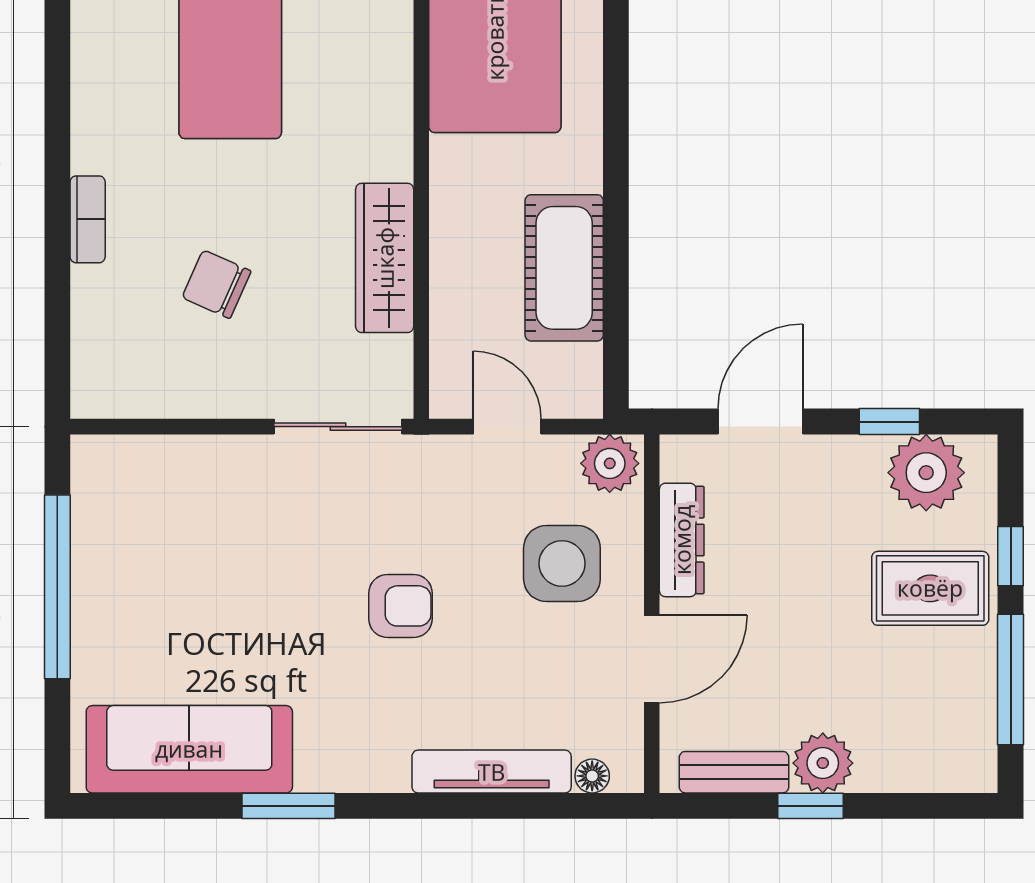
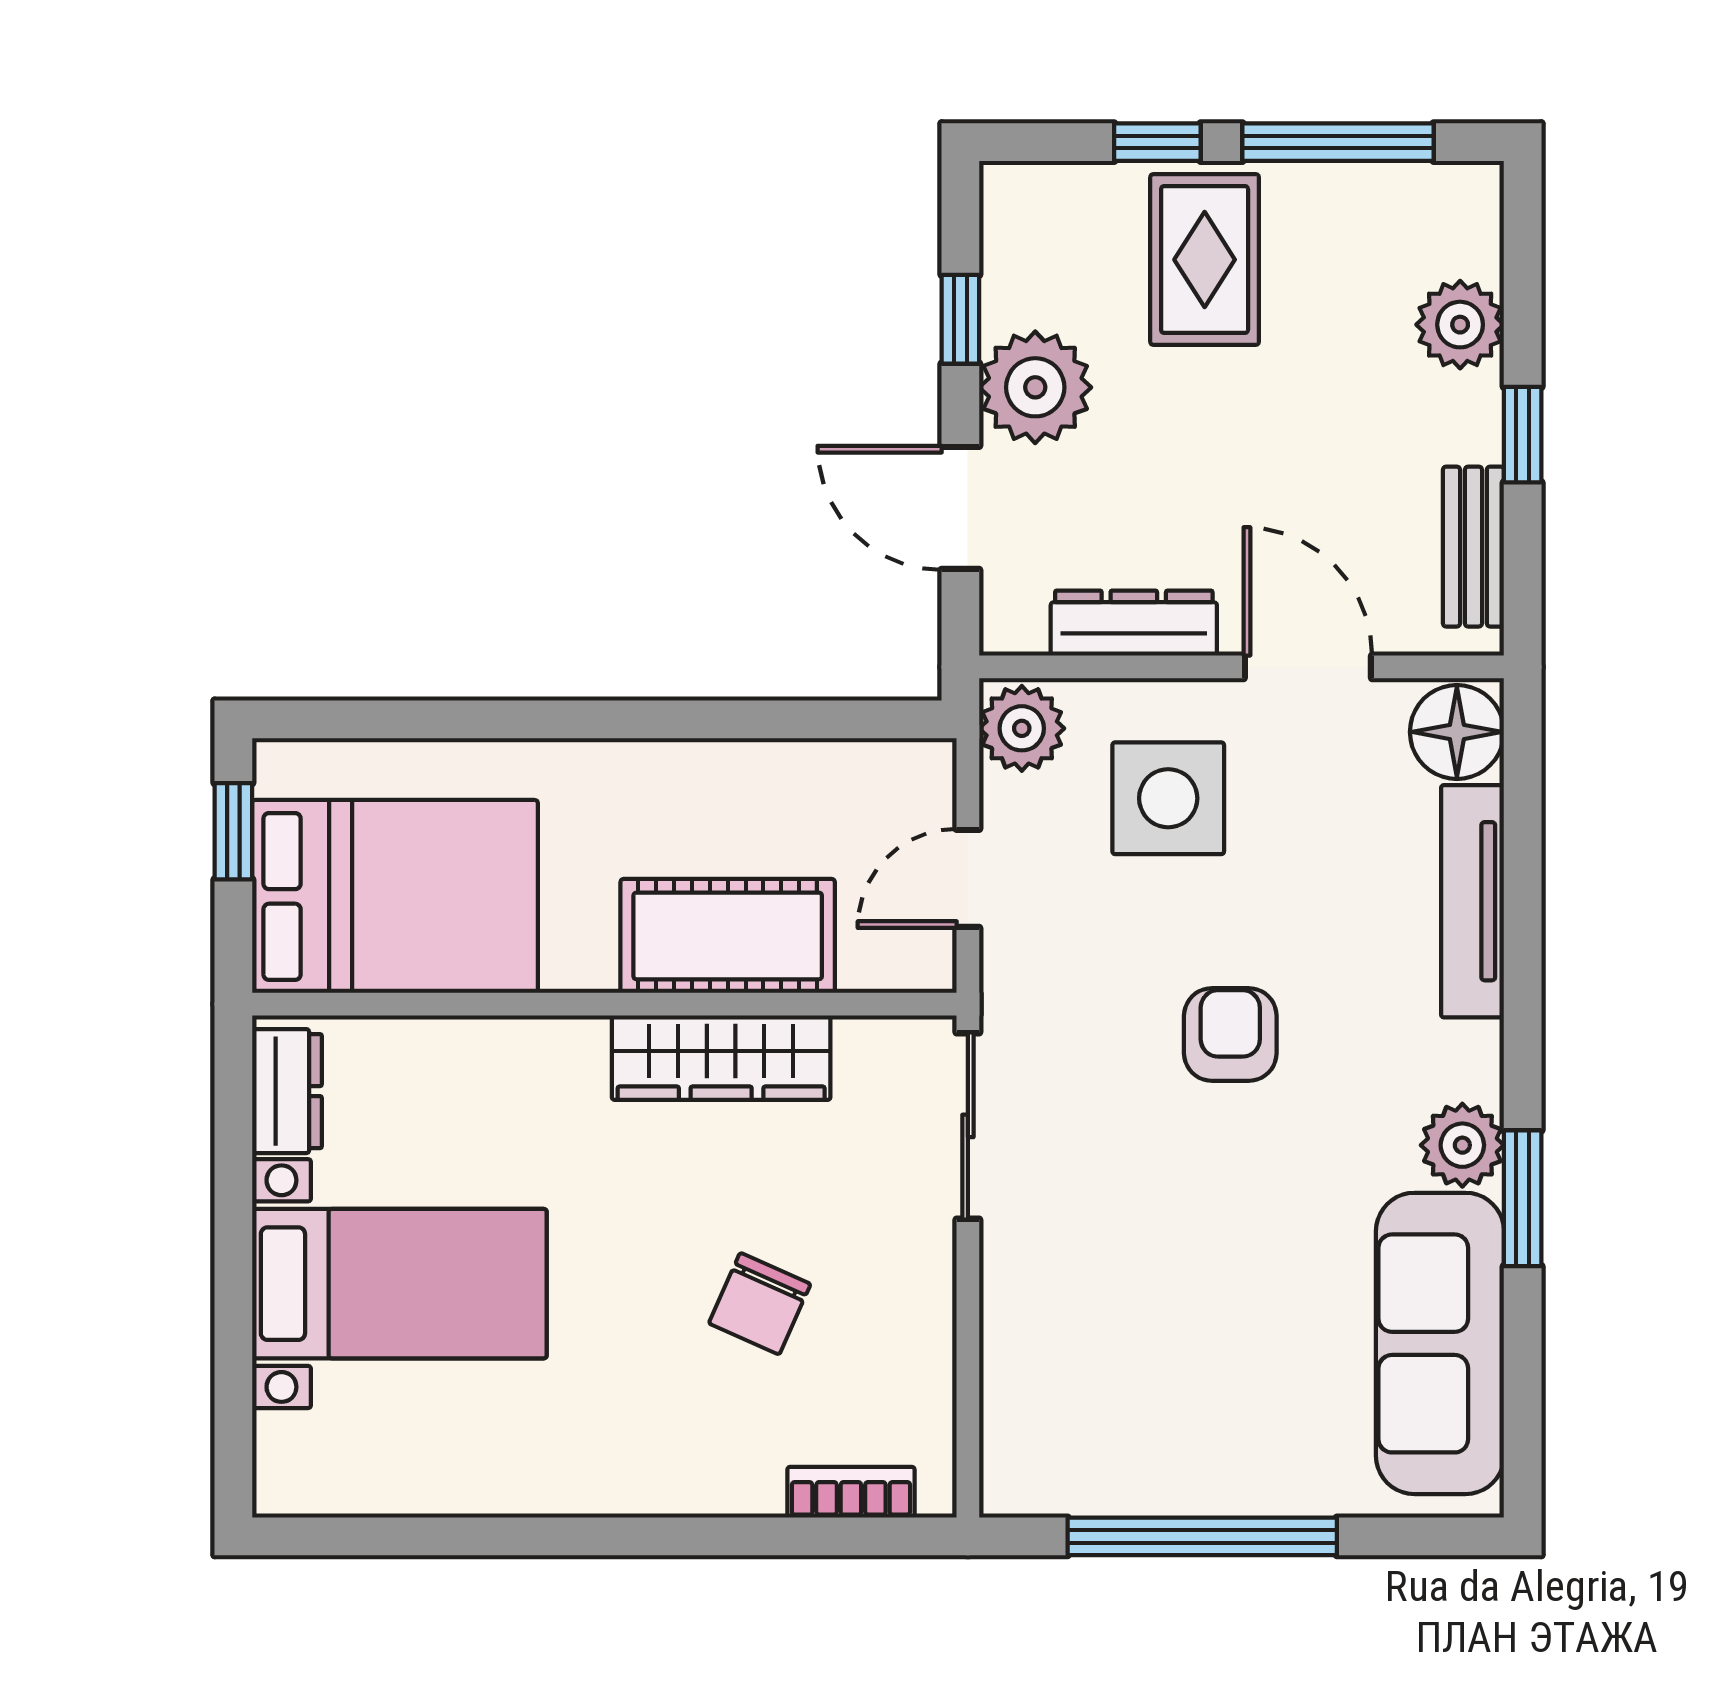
bookcase: (88, 219) -> (851, 1492), moved
cot: (564, 268) -> (728, 936), moved
plant: (926, 473) -> (1035, 387), moved
plant: (823, 763) -> (1460, 325), moved
plant: (325, 765) -> (1462, 1145), added
floor lamp: (592, 776) -> (1457, 732), width x1.89, depth x1.89

